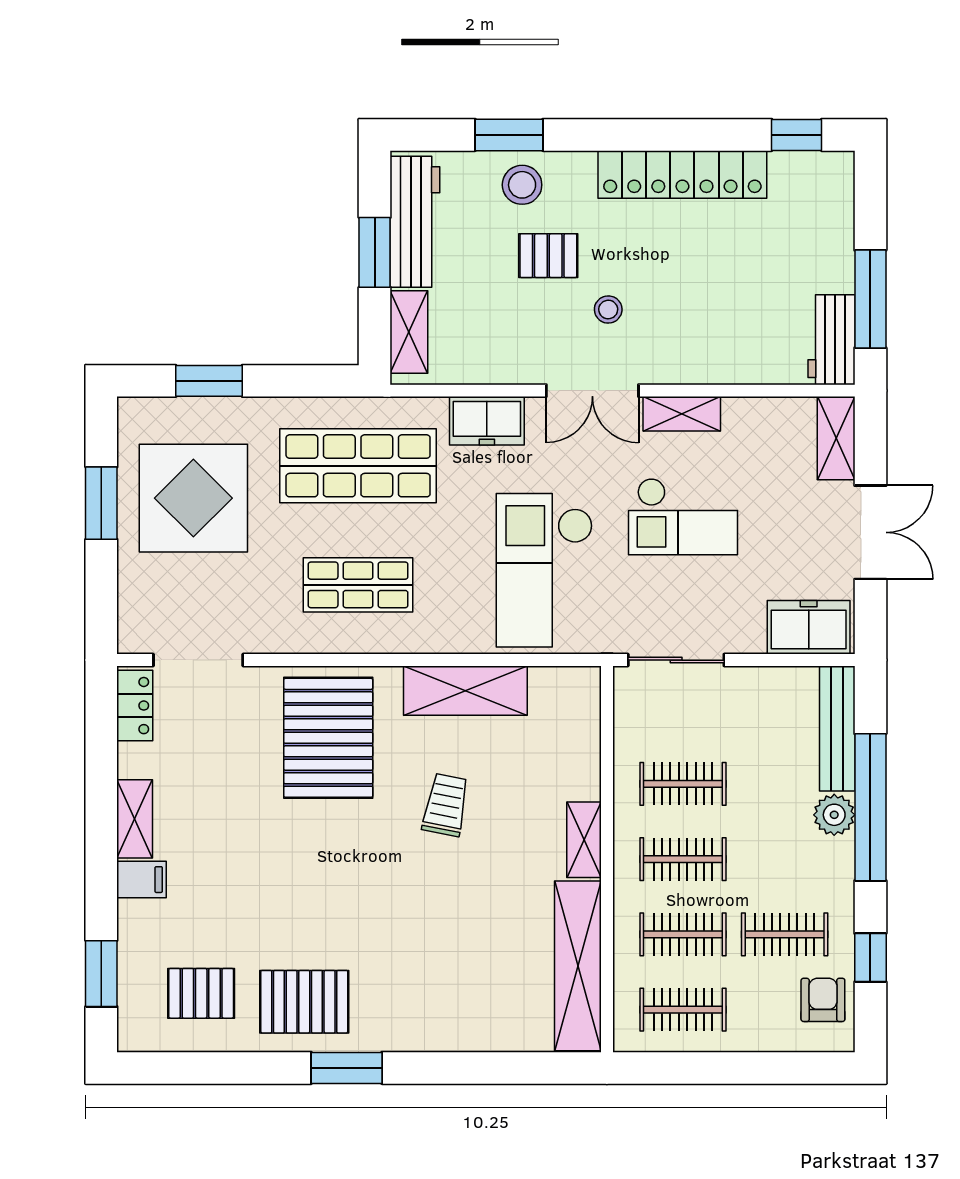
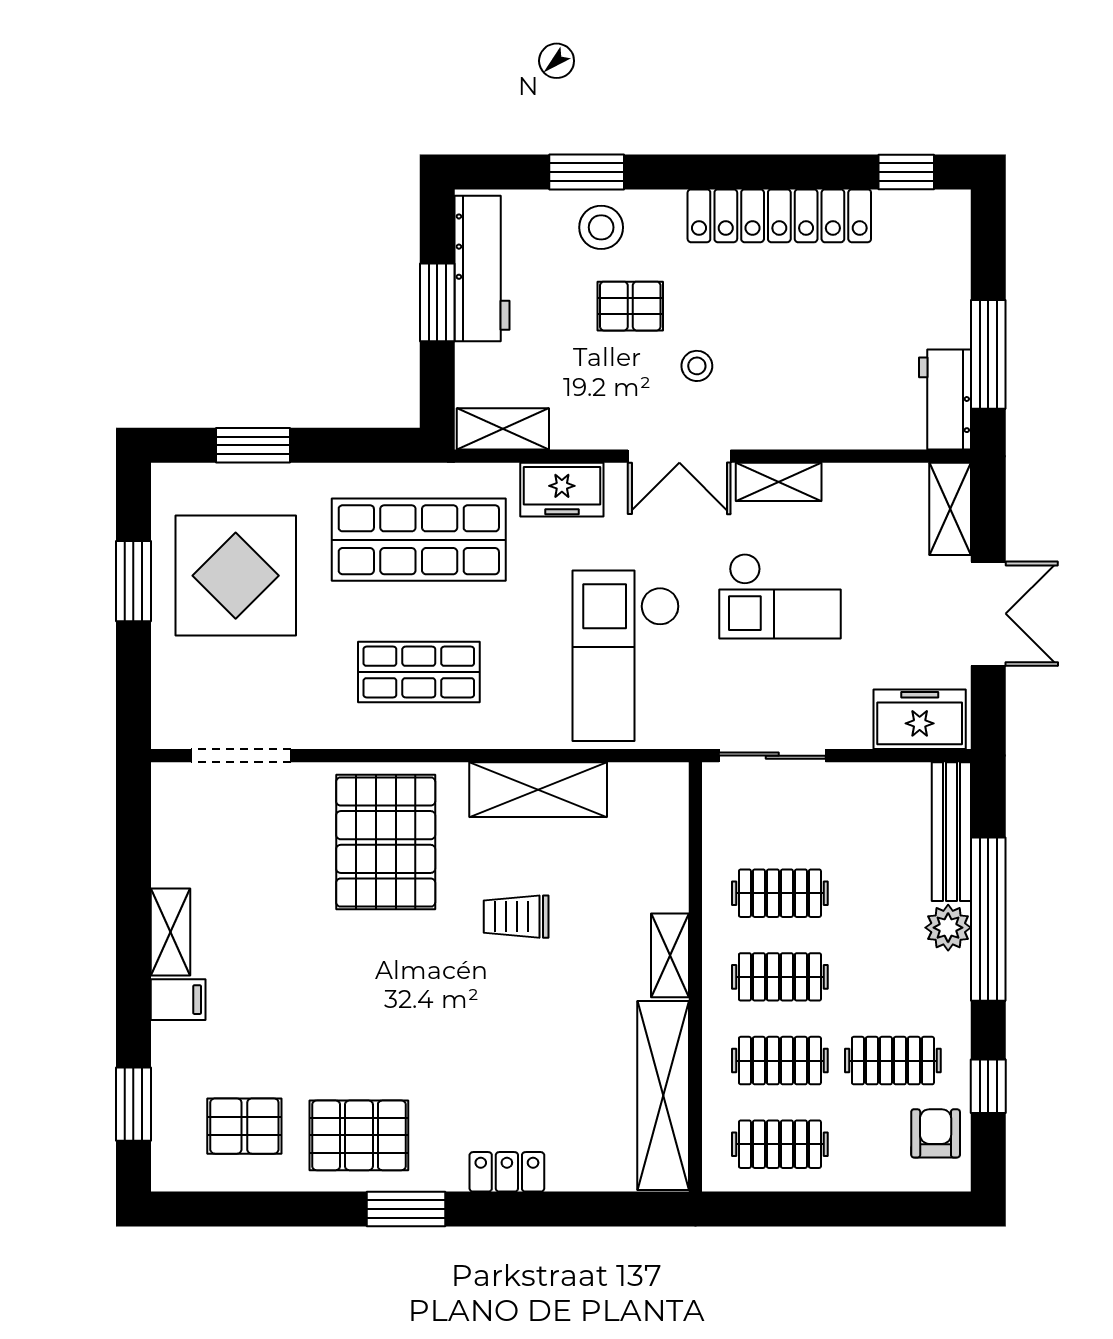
shelving: (409, 332) -> (503, 429), moved, turned 90
locker: (135, 706) -> (507, 1172), moved, turned -90
trolley: (446, 805) -> (516, 917), turned -101

